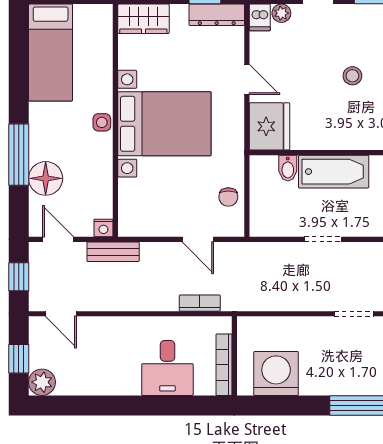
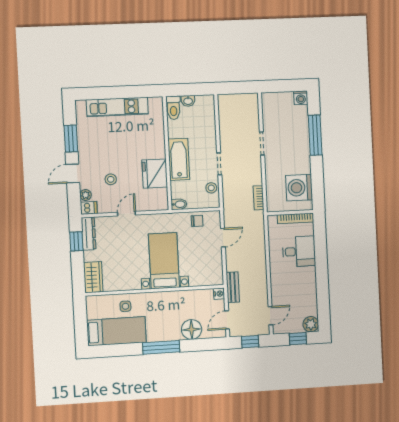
stool: (352, 76) -> (111, 179), moved
side table: (102, 122) -> (125, 306), moved
bed with nightstands: (164, 124) -> (164, 261), width x0.73
fridge: (269, 126) -> (155, 174), moved, turned -90
window: (19, 155) -> (161, 347), moved
bidet: (288, 168) -> (179, 204), moved
stool: (283, 224) -> (211, 188), added
bookcase: (200, 303) -> (258, 198), moved

